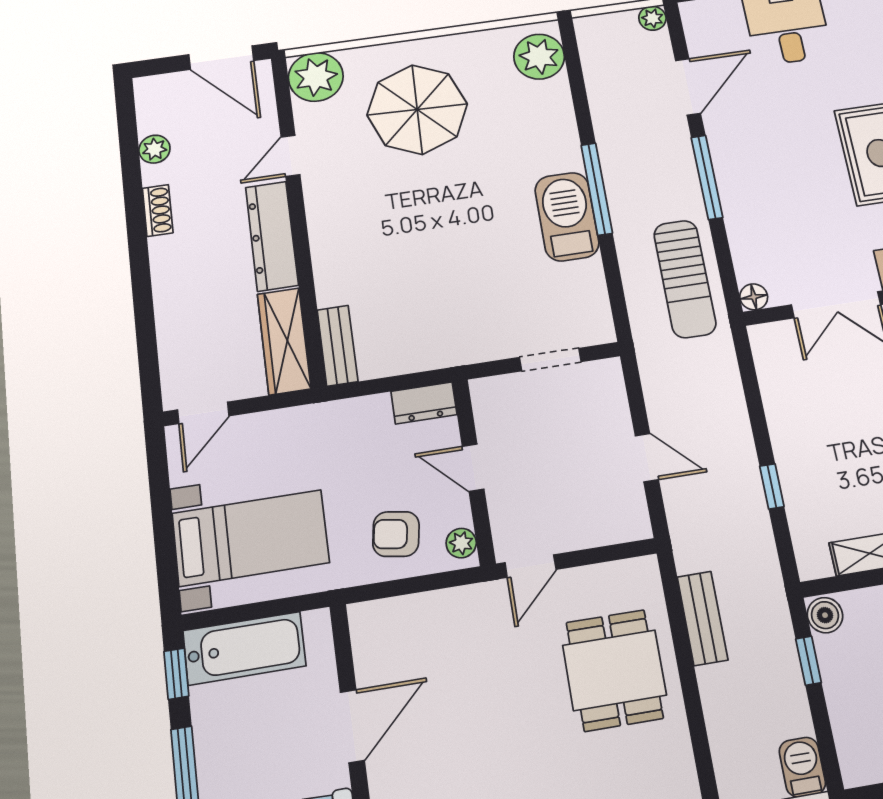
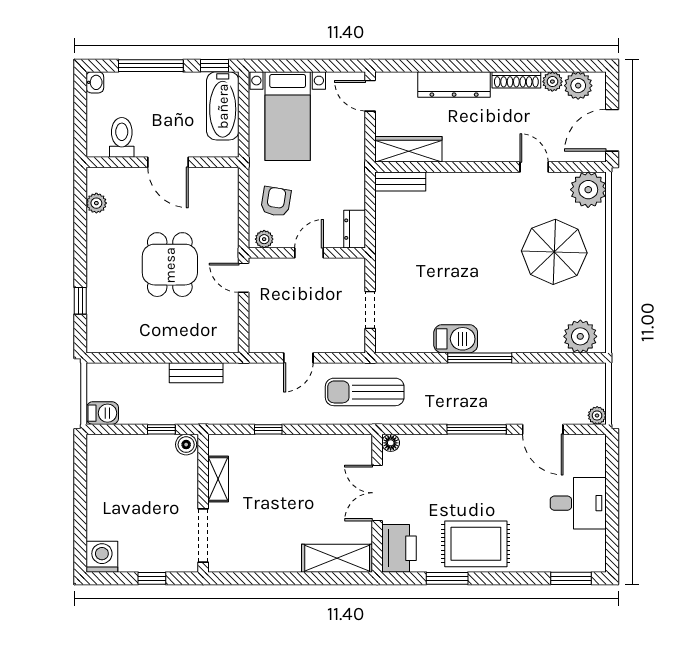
plant: (157, 113) -> (578, 86), added
shoe rack: (158, 210) -> (516, 80), width x1.43
barbecue: (567, 217) -> (456, 339), width x0.73, depth x0.83
dresser: (272, 236) -> (454, 85), moved, turned 180
sun lounger: (685, 279) -> (365, 392), moved
dining table: (614, 670) -> (170, 265), moved, turned 90

